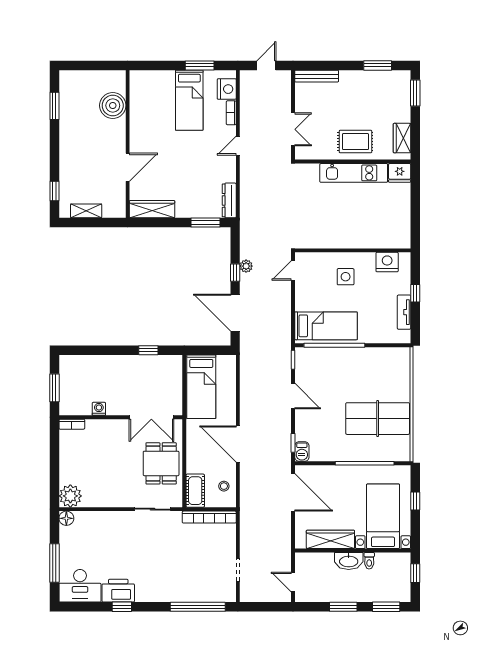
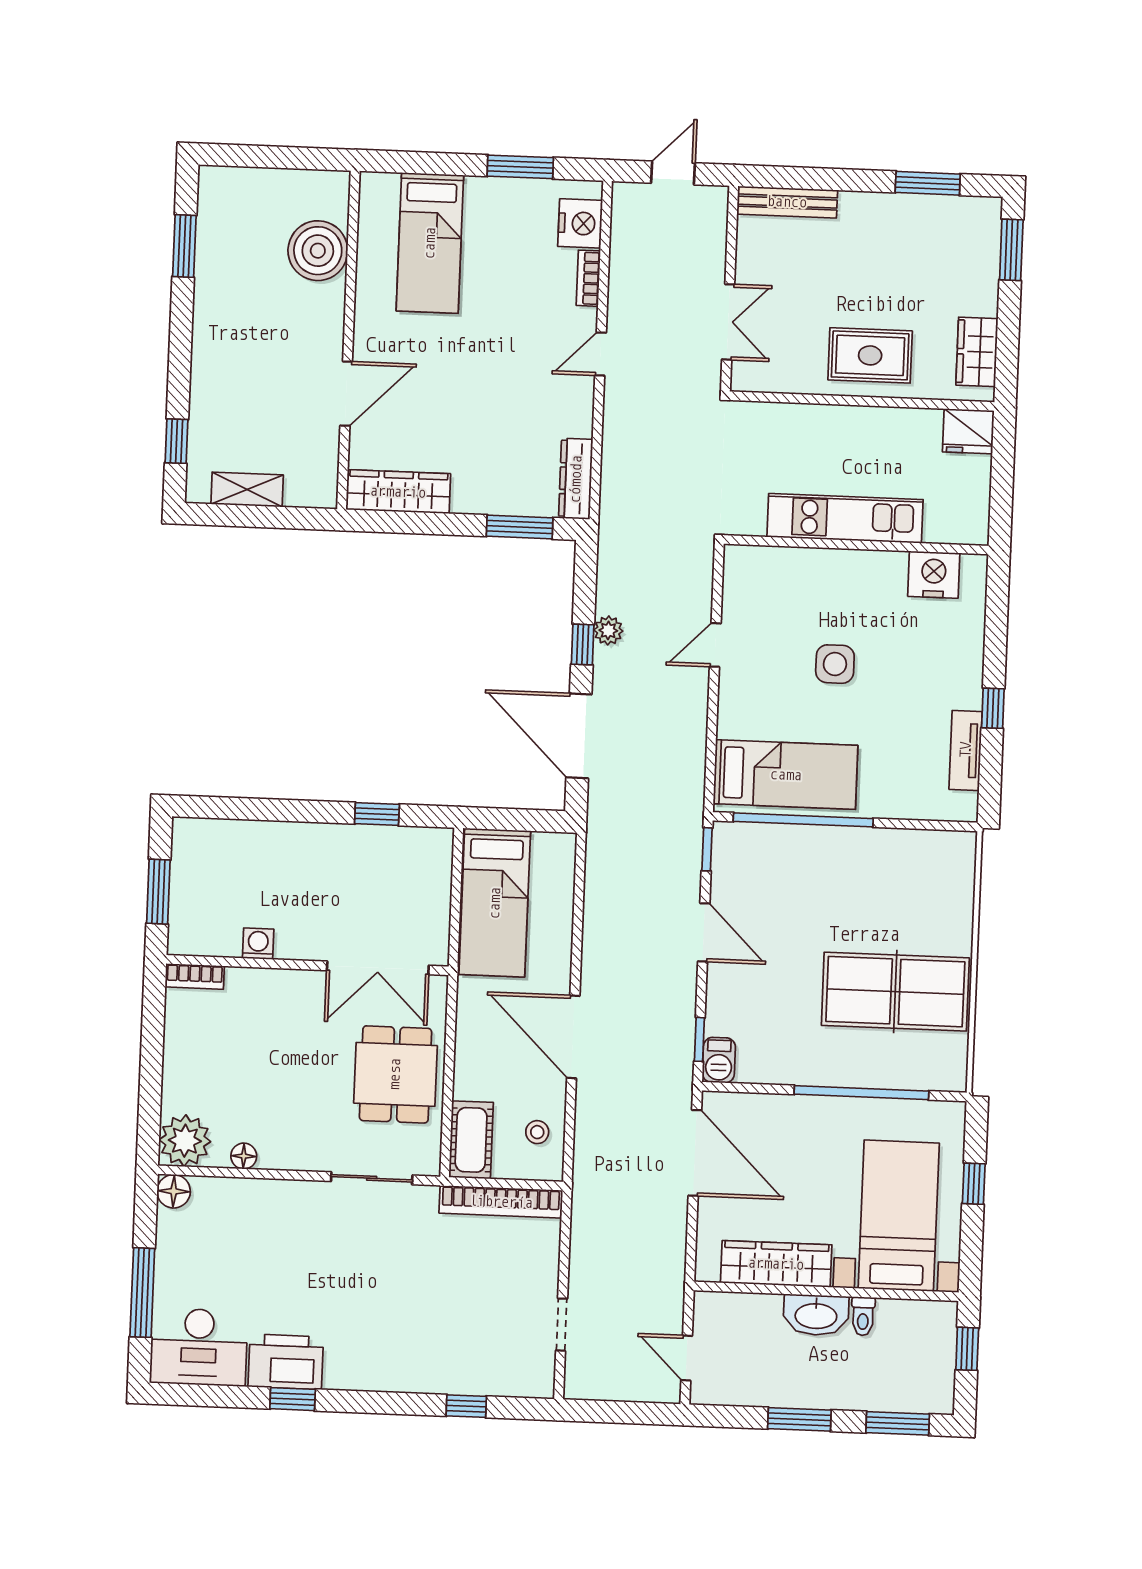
bed: (189, 100) -> (430, 243), moved
kitchen unit: (354, 173) -> (845, 518), moved, turned 180
wall: (353, 250) -> (856, 545), moved
nightstand: (387, 262) -> (934, 575), moved
floor lamp: (96, 502) -> (244, 1156), added
window: (198, 607) -> (466, 1406), width x0.32

